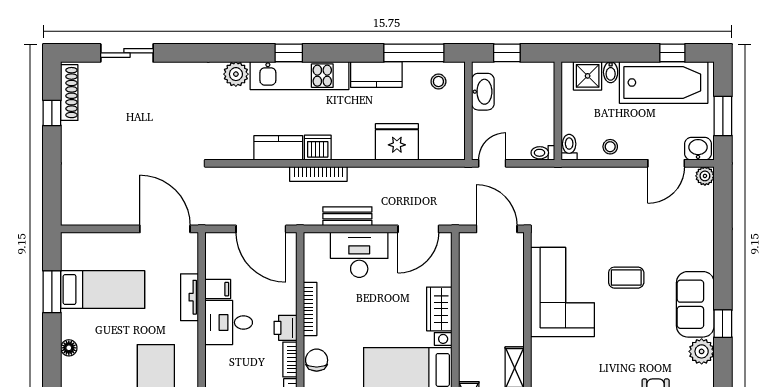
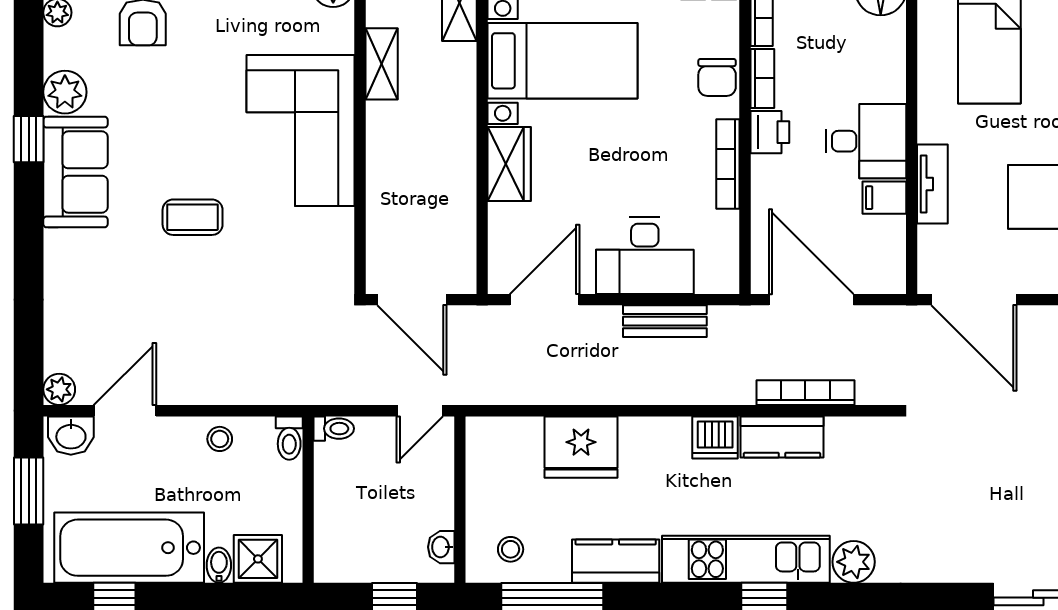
washbasin: (483, 92) -> (441, 547), width x0.52, depth x0.69
bookcase: (318, 174) -> (805, 393), moved
corner sofa: (562, 292) -> (300, 131), moved

